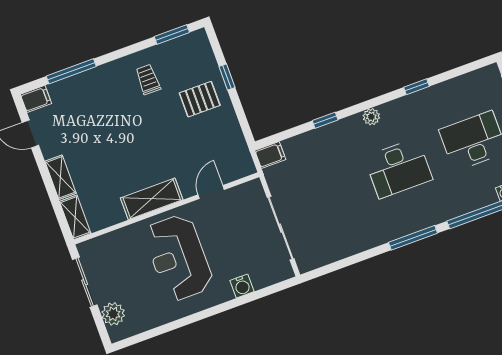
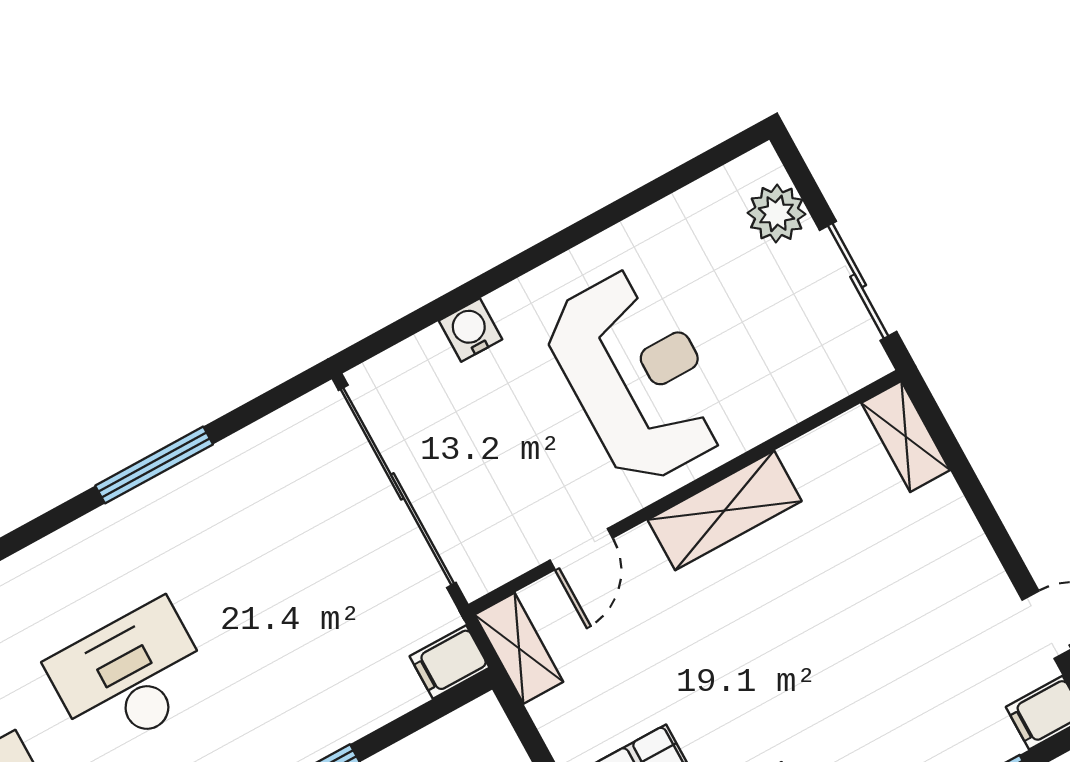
shelving: (61, 177) -> (519, 648), moved
sliding door: (281, 228) -> (397, 486), width x1.36
window: (413, 238) -> (154, 465), moved

